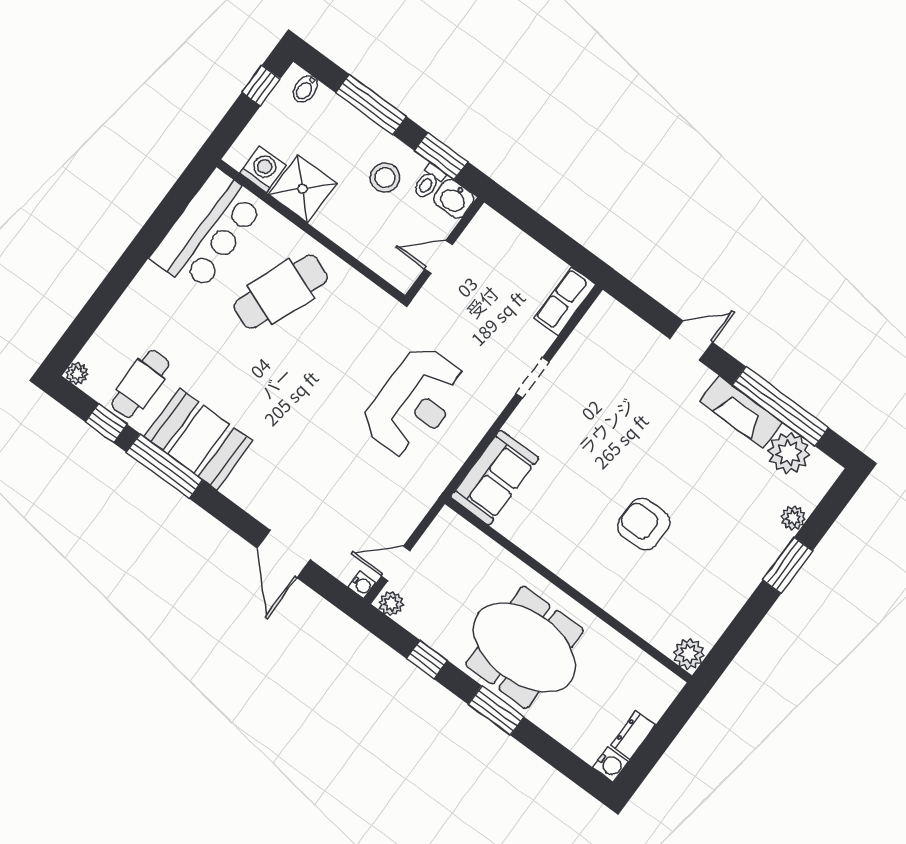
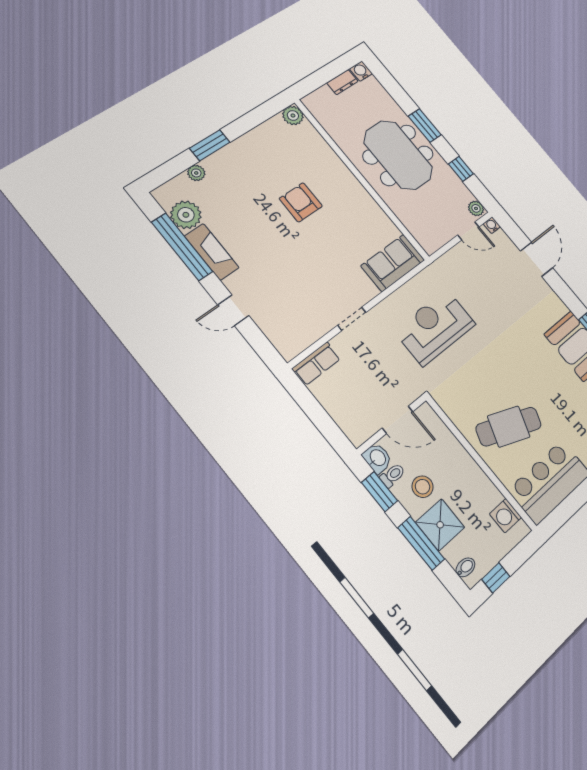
shower: (303, 189) -> (440, 525), moved
door: (438, 257) -> (397, 420), width x1.38
armchair: (644, 524) -> (301, 202), turned 180

